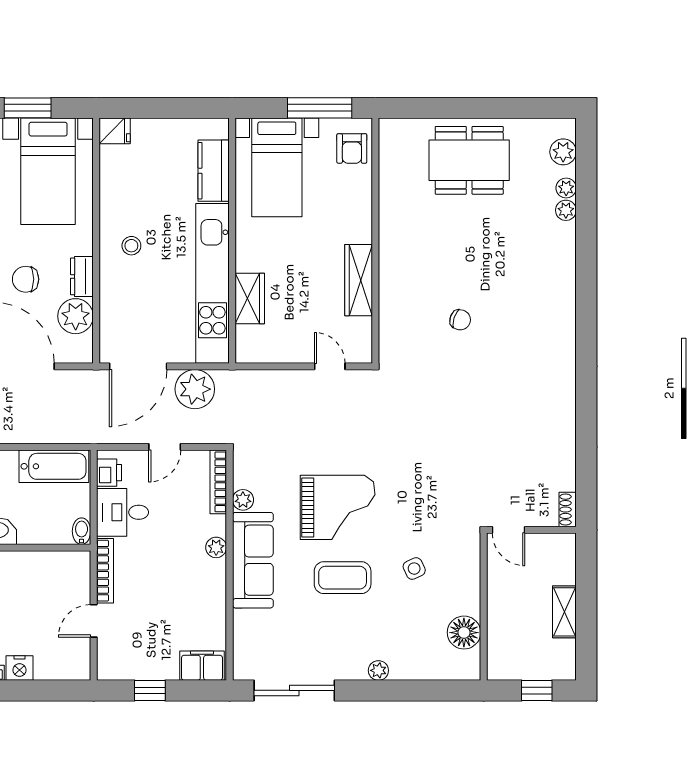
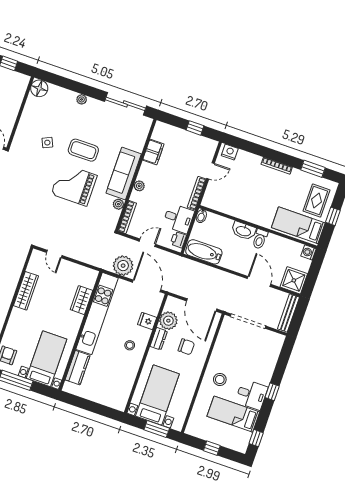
fridge: (115, 131) -> (147, 321), moved
door: (138, 366) -> (147, 286), hinge flipped
floor lamp: (464, 633) -> (39, 88), moved
filing cabinet: (202, 666) -> (153, 152), moved, turned -90
nightstand: (19, 668) -> (230, 152), moved

